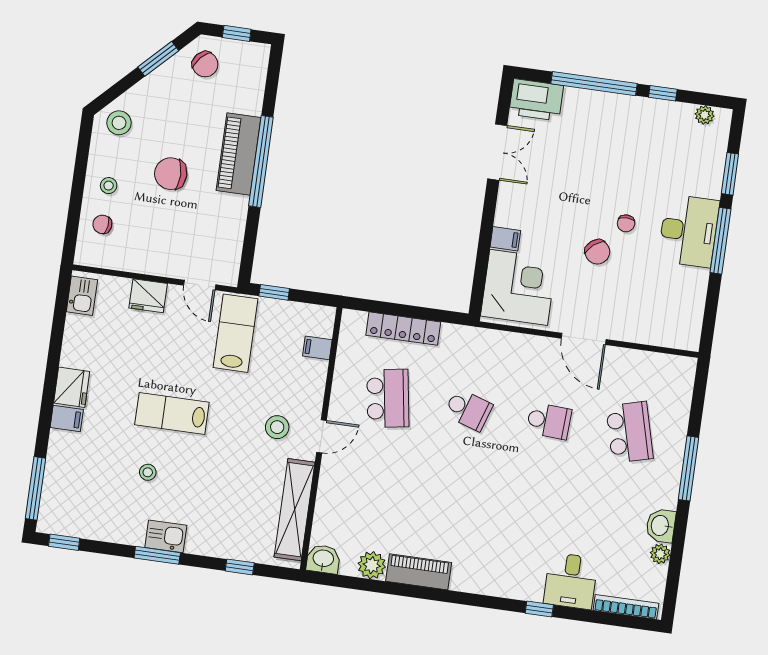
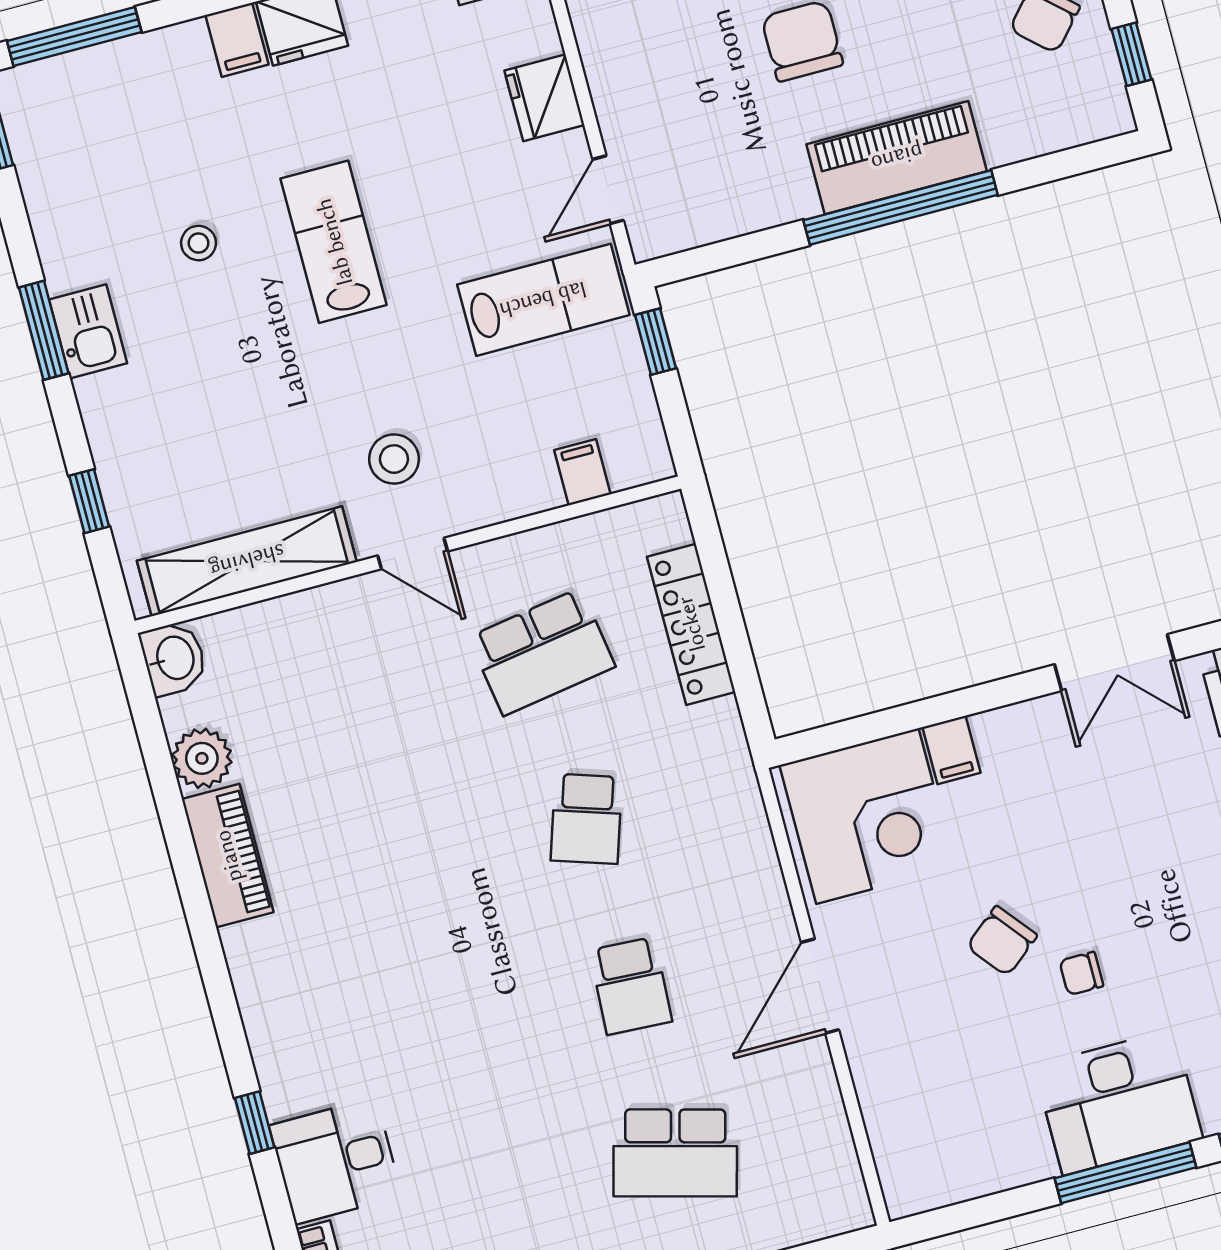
school desk: (629, 432) -> (675, 1153), turned 30

